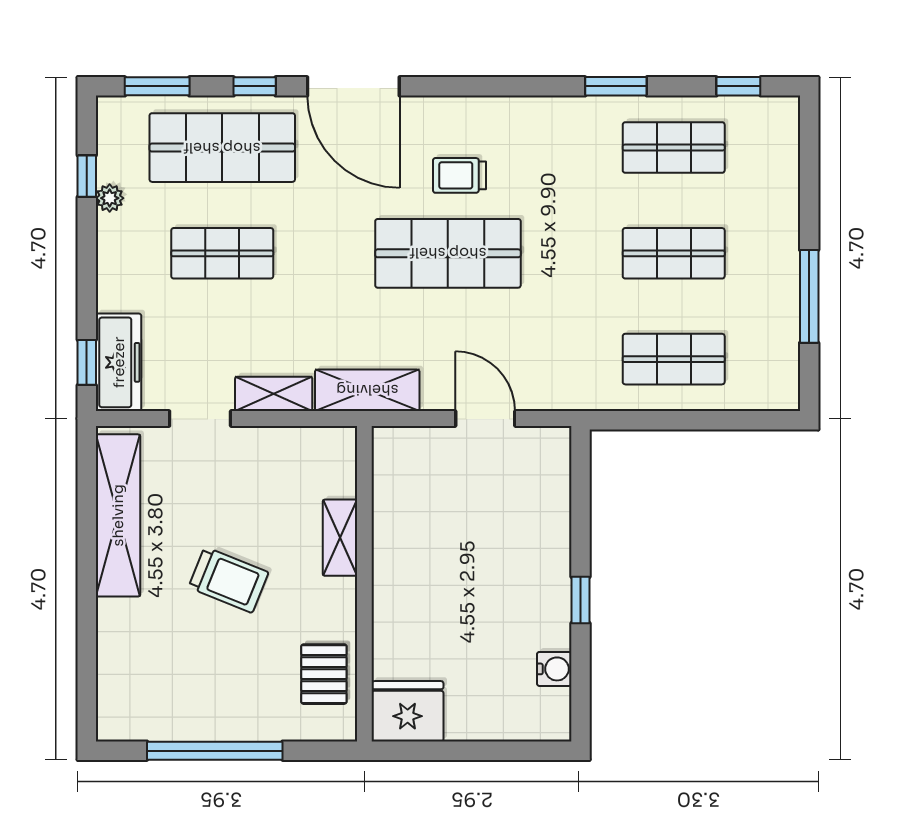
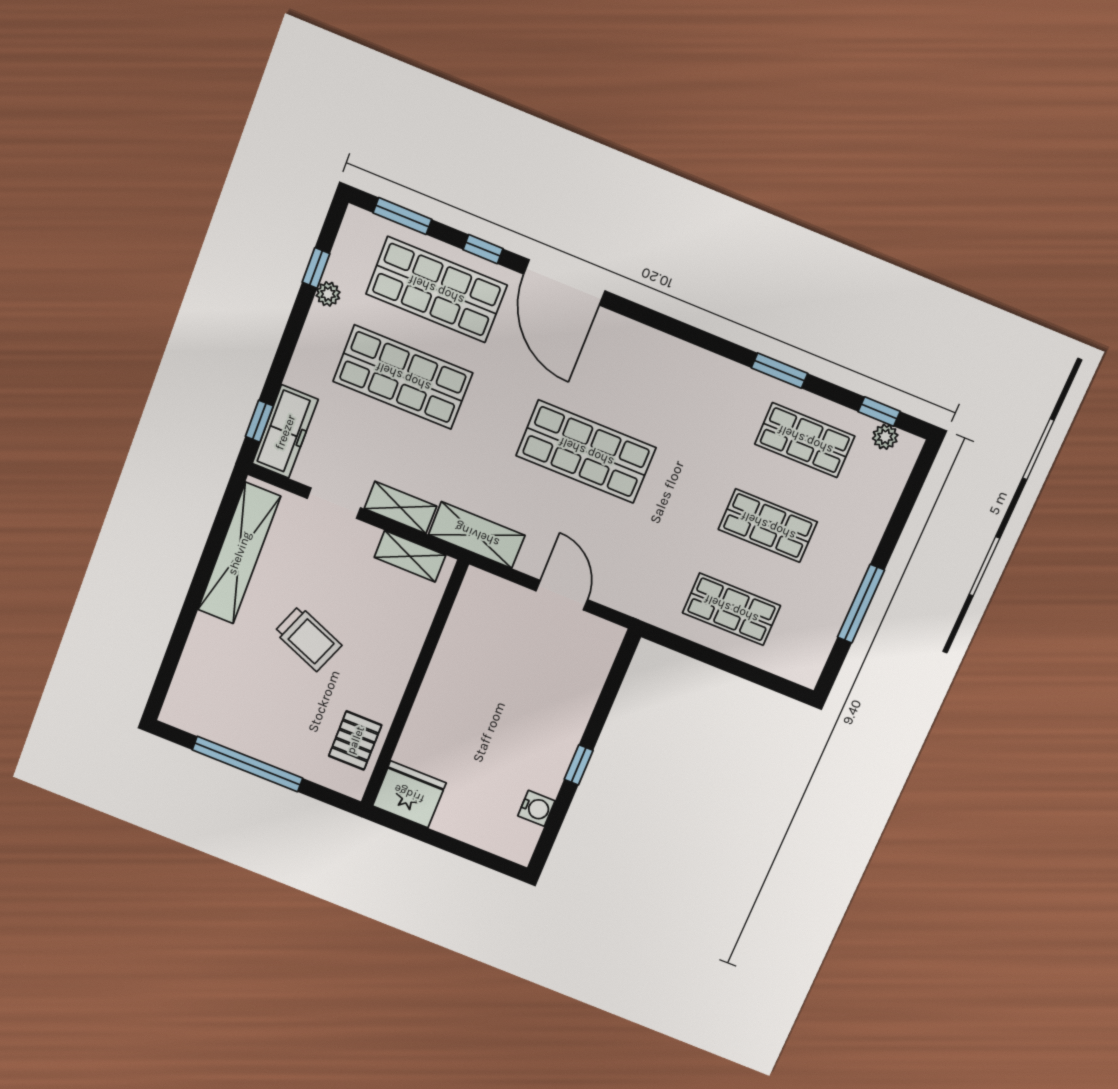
plant: (756, 110) -> (885, 437), added
trolley: (460, 175) -> (621, 392), removed
shop shelf: (222, 253) -> (403, 377), width x1.43, depth x1.36
shelving: (340, 538) -> (410, 556), moved, turned 90

